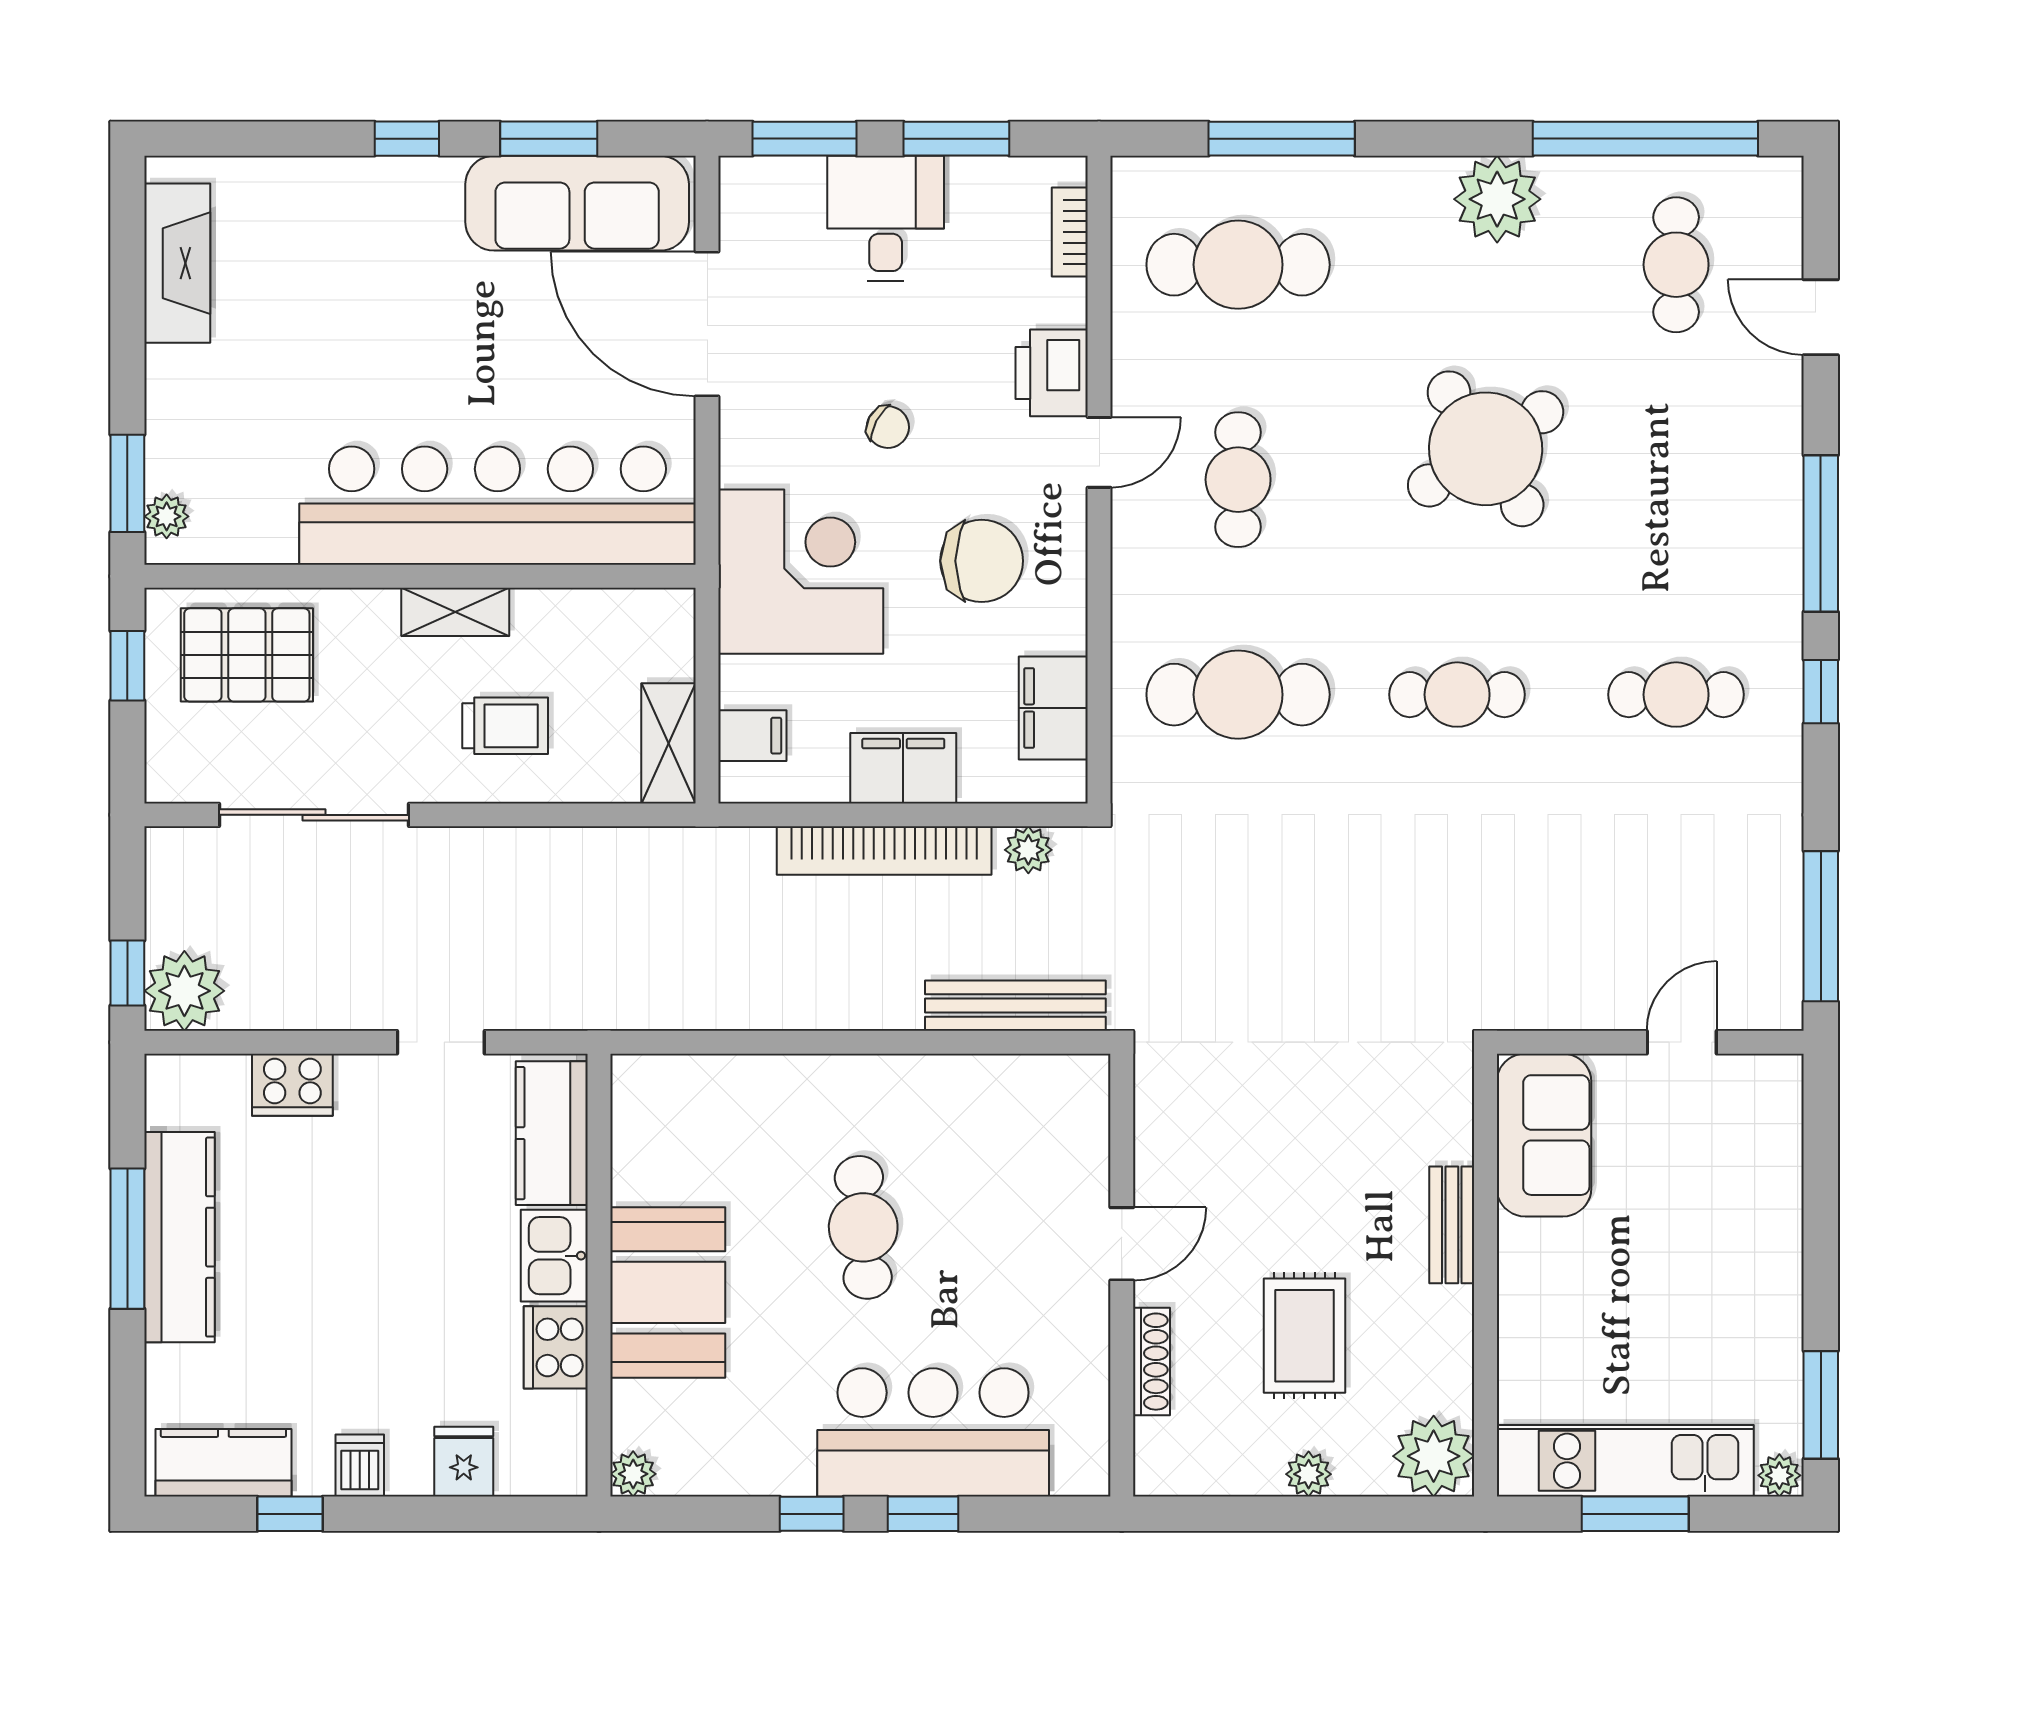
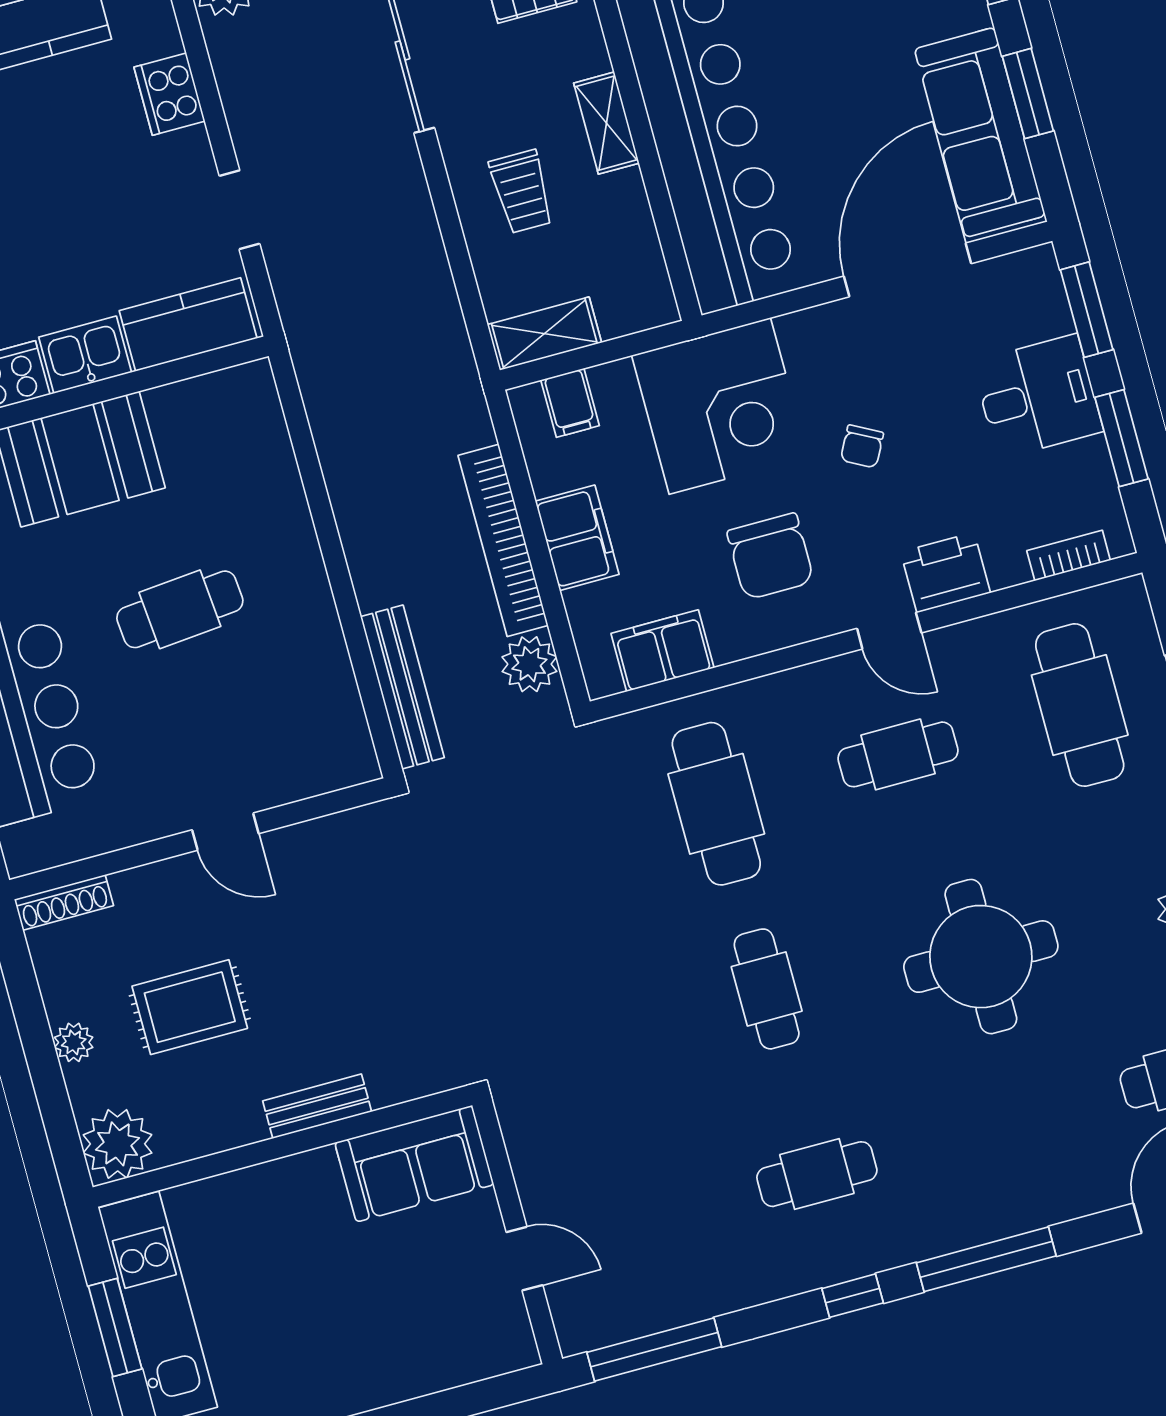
round table: (1486, 449) -> (981, 957), turned 33
cafe table: (1676, 695) -> (817, 1174), turned 90
plant: (1028, 850) -> (529, 664), width x1.38, depth x1.38
shoe rack: (1151, 1362) -> (64, 902), moved

